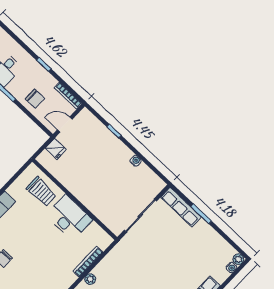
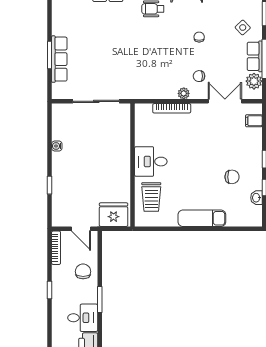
fridge: (56, 149) -> (114, 215), width x1.88, depth x1.34
trolley: (41, 192) -> (151, 197), turned 180
row of seats: (181, 207) -> (59, 59), moved
desk: (69, 217) -> (151, 162), width x0.73

